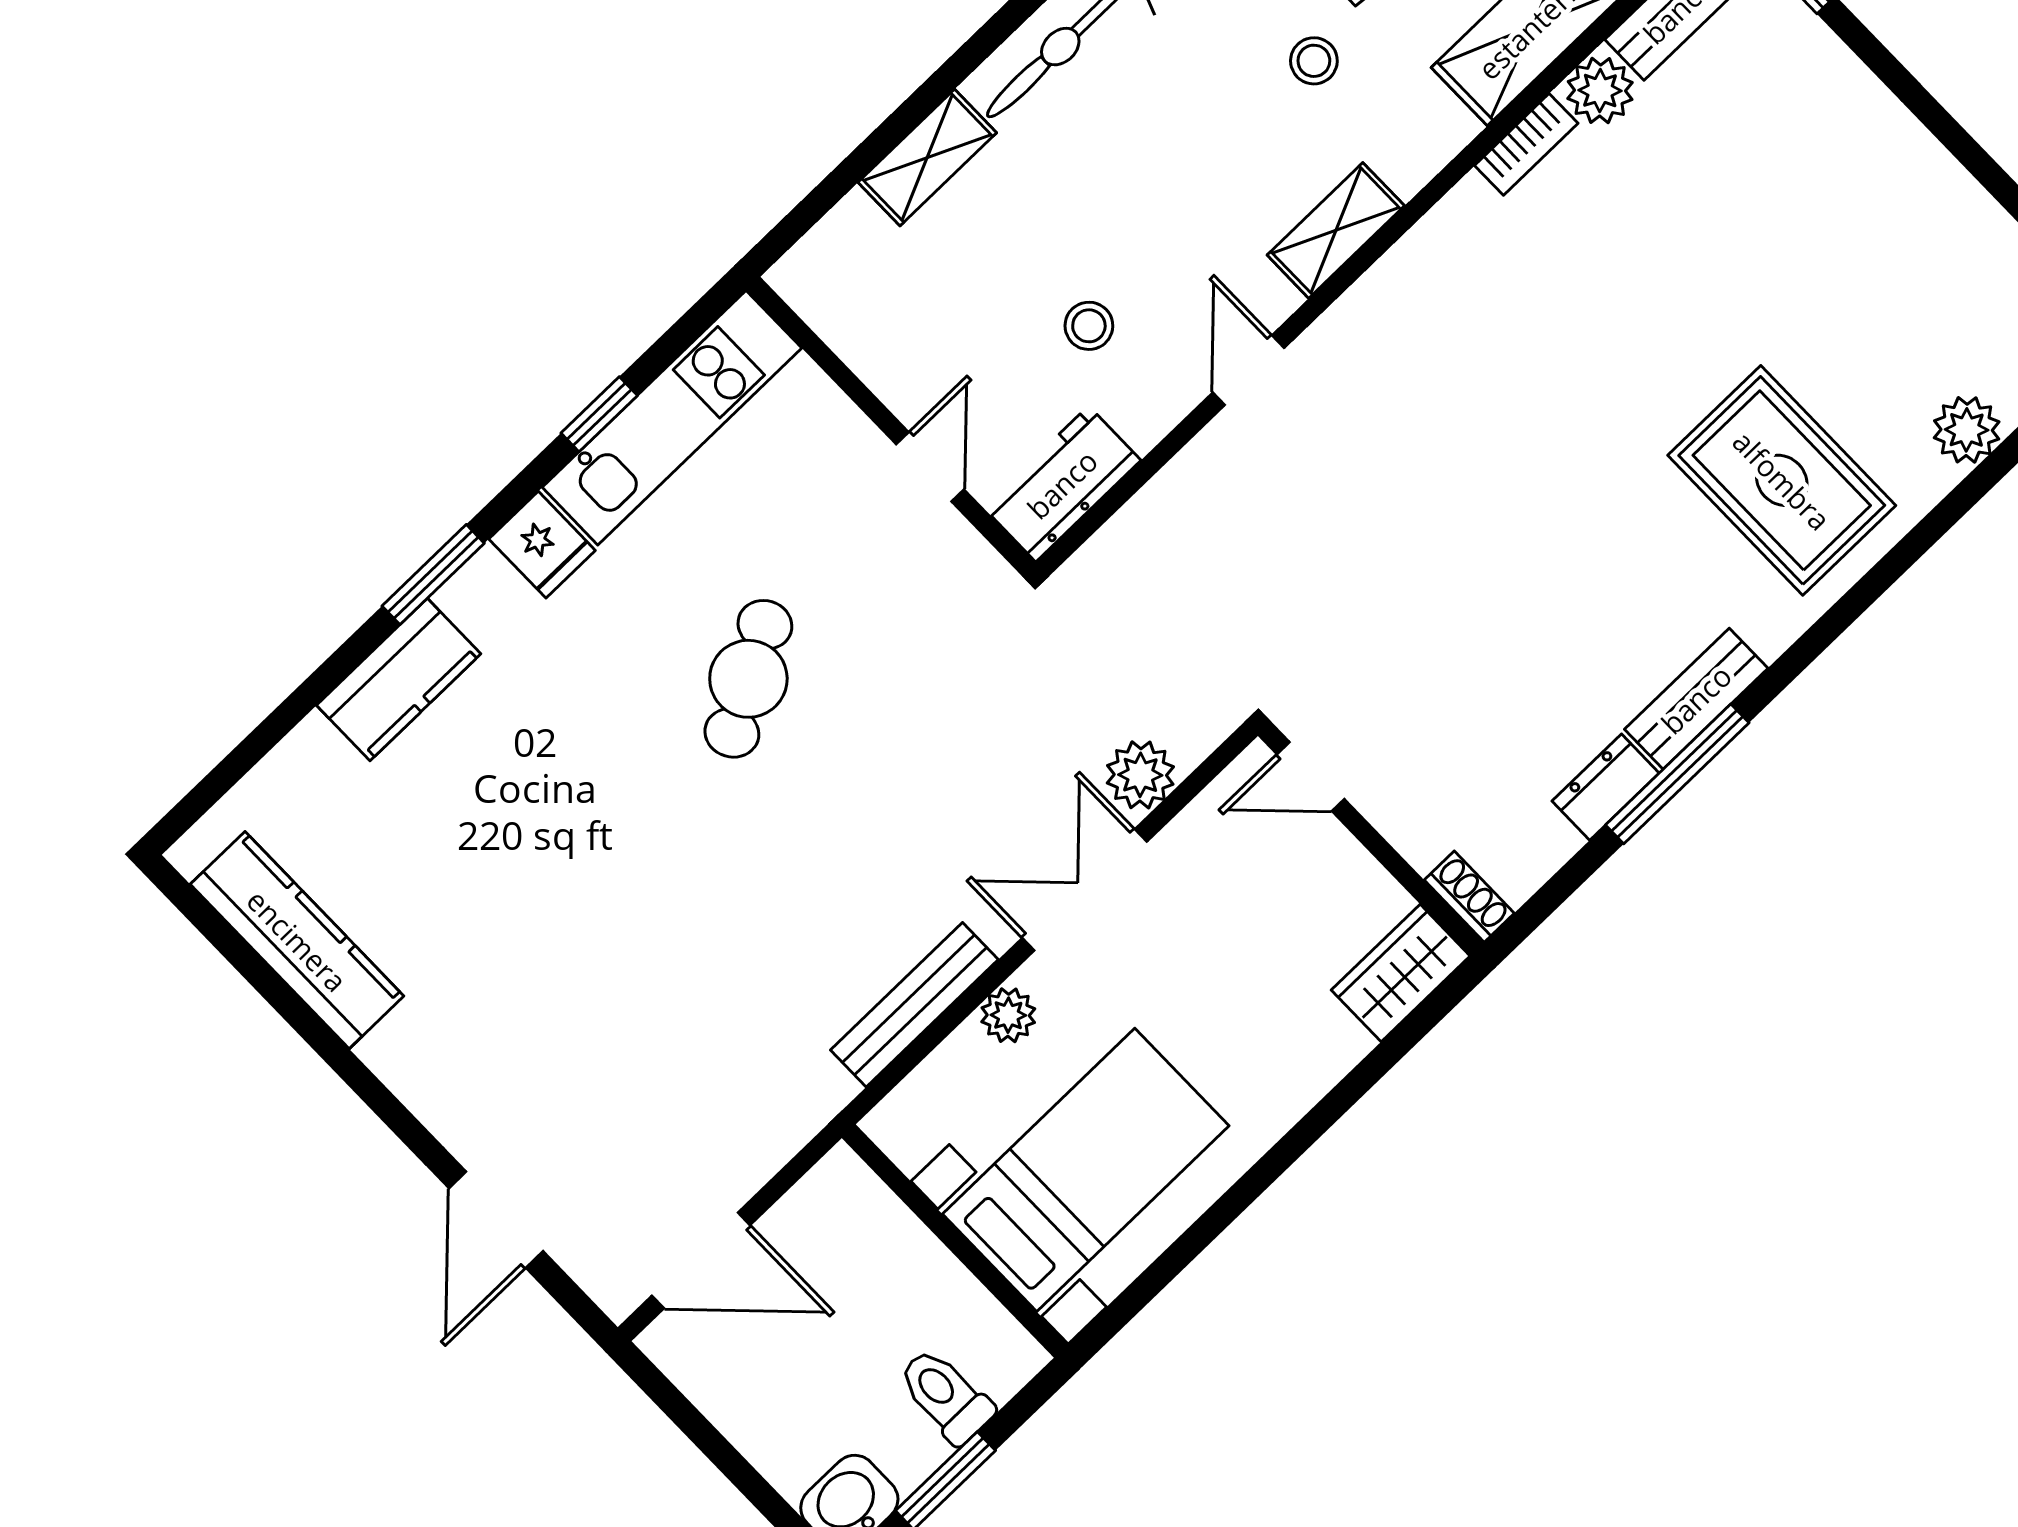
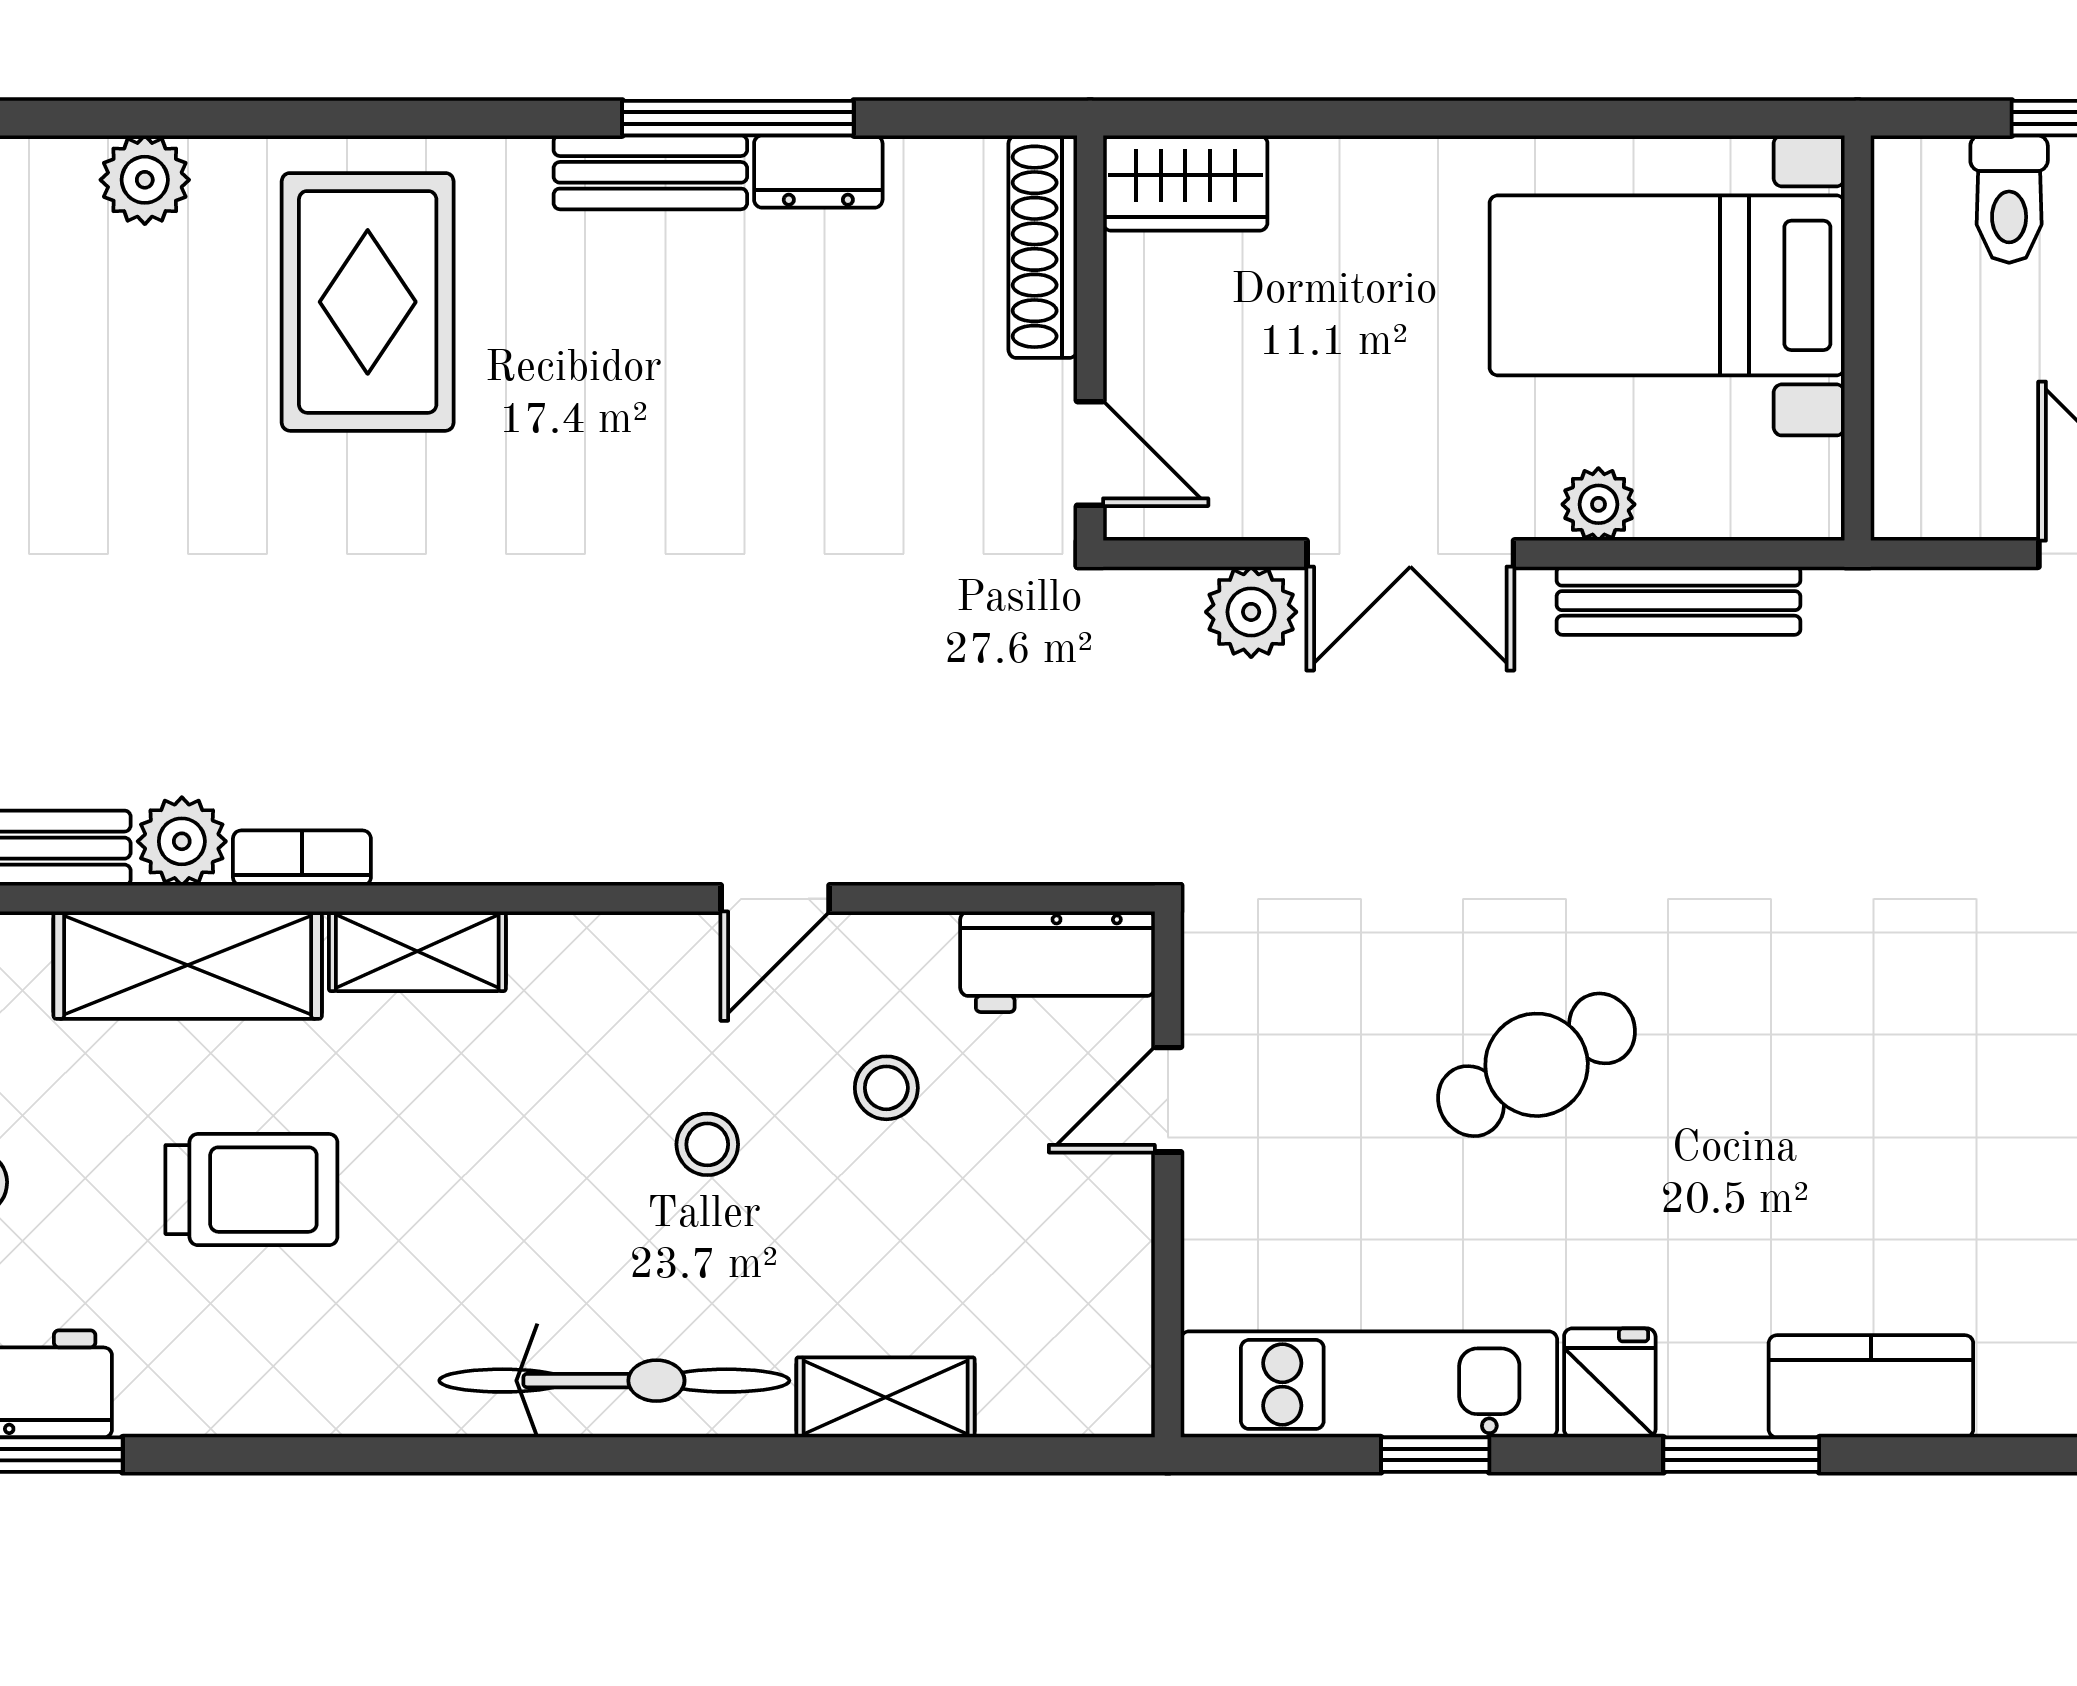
stool: (1314, 61) -> (707, 1144), moved
shelving: (1336, 230) -> (417, 951), moved
shoe rack: (1469, 897) -> (1043, 247), width x1.94, depth x1.24

